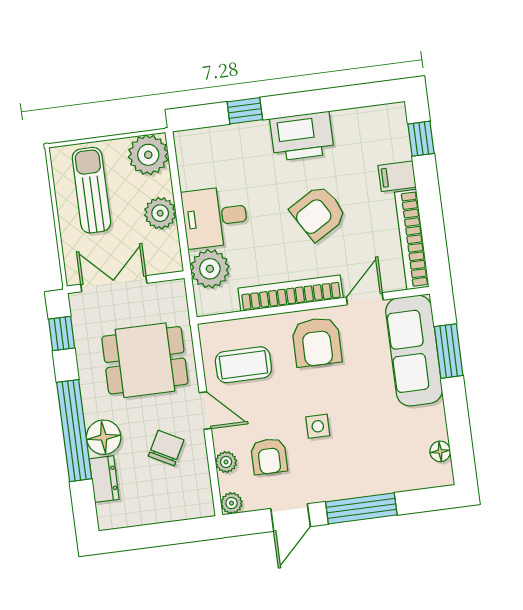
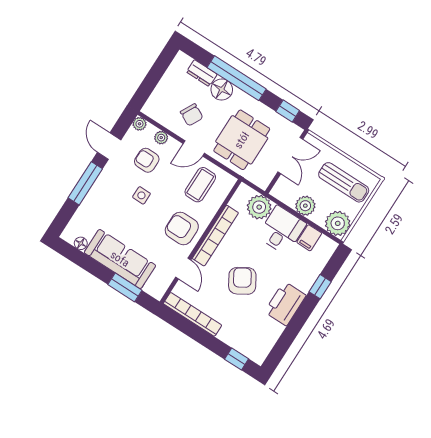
filing cabinet: (397, 176) -> (309, 238), moved, turned 180
sofa: (414, 351) -> (120, 259), moved

